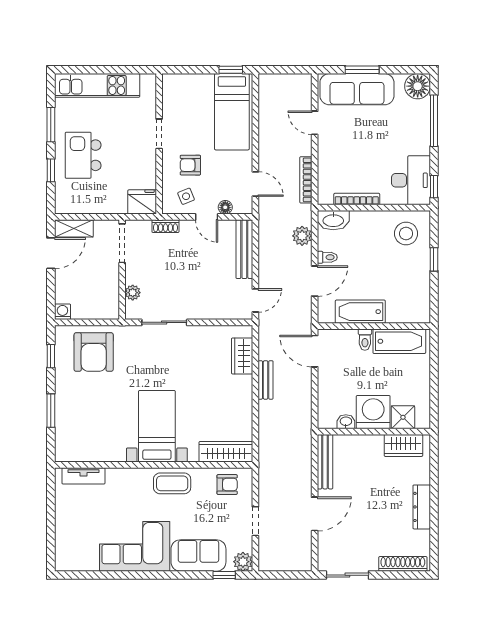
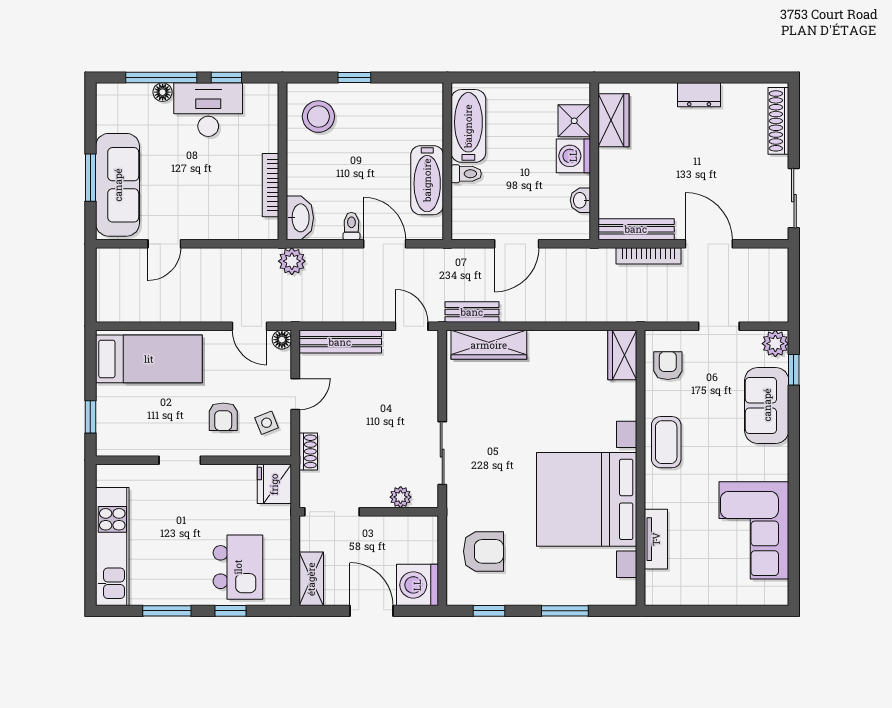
window: (231, 70) -> (90, 417), moved
floor lamp: (418, 86) -> (163, 92), moved, width x0.53, depth x0.53
kitchen island: (83, 155) -> (238, 567), moved, turned -90
bookcase: (306, 180) -> (649, 256), moved
desk: (411, 180) -> (208, 110), moved
door: (255, 184) -> (250, 326), swing flipped
window: (434, 187) -> (226, 78), moved
floor lamp: (225, 207) -> (282, 340), moved
plant: (302, 236) -> (292, 261), moved
door: (51, 253) -> (371, 611), moved
washing machine: (62, 312) -> (417, 585), width x1.89, depth x1.89
door: (315, 351) -> (517, 244), moved
armchair: (94, 352) -> (483, 551), width x0.73, depth x0.73
wardrobe: (242, 356) -> (489, 345), width x1.50
bench: (266, 380) -> (472, 312), moved
washing machine: (373, 412) -> (573, 156), width x0.73, depth x0.73
bed with nightstands: (157, 426) -> (587, 499), width x1.85
wardrobe: (226, 452) -> (622, 355), width x0.67
tv unit: (83, 476) -> (656, 539), moved
dresser: (422, 507) -> (699, 95), width x0.70
corner sofa: (135, 546) -> (754, 530), moved

